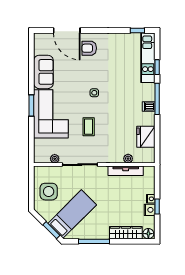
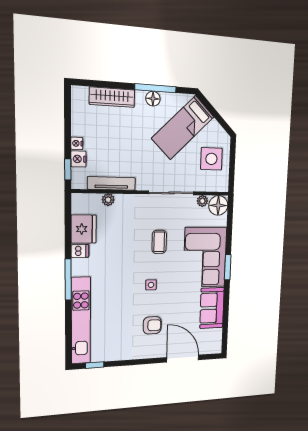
armchair: (89, 48) -> (152, 325), moved
kitchen unit: (148, 58) -> (81, 321), width x1.36
window: (157, 67) -> (68, 321), removed
dishwasher: (149, 106) -> (80, 251), moved
floor lamp: (41, 155) -> (218, 205), added
window: (157, 206) -> (68, 169), moved
nightstand: (150, 210) -> (78, 159), moved
window: (51, 230) -> (210, 108), removed
floor lamp: (148, 234) -> (153, 99), moved

